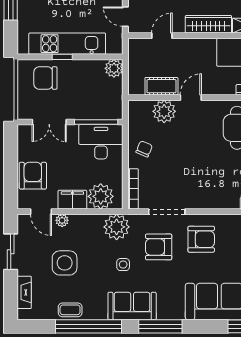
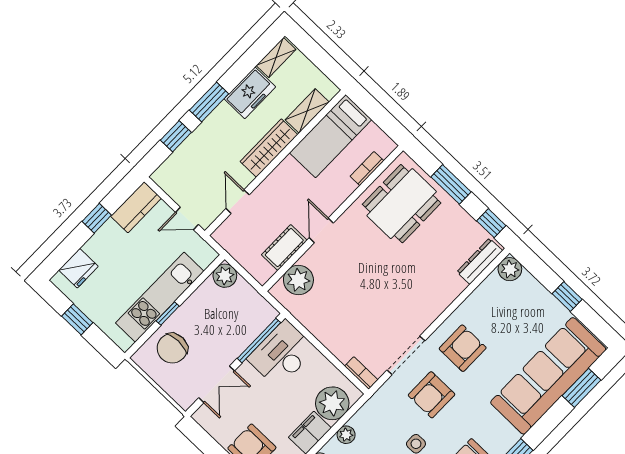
plant: (164, 111) -> (298, 280), moved
chair: (144, 149) -> (327, 320), removed
bookcase: (133, 189) -> (361, 373), width x0.64
plant: (117, 227) -> (346, 435), moved, width x0.53, depth x0.53

